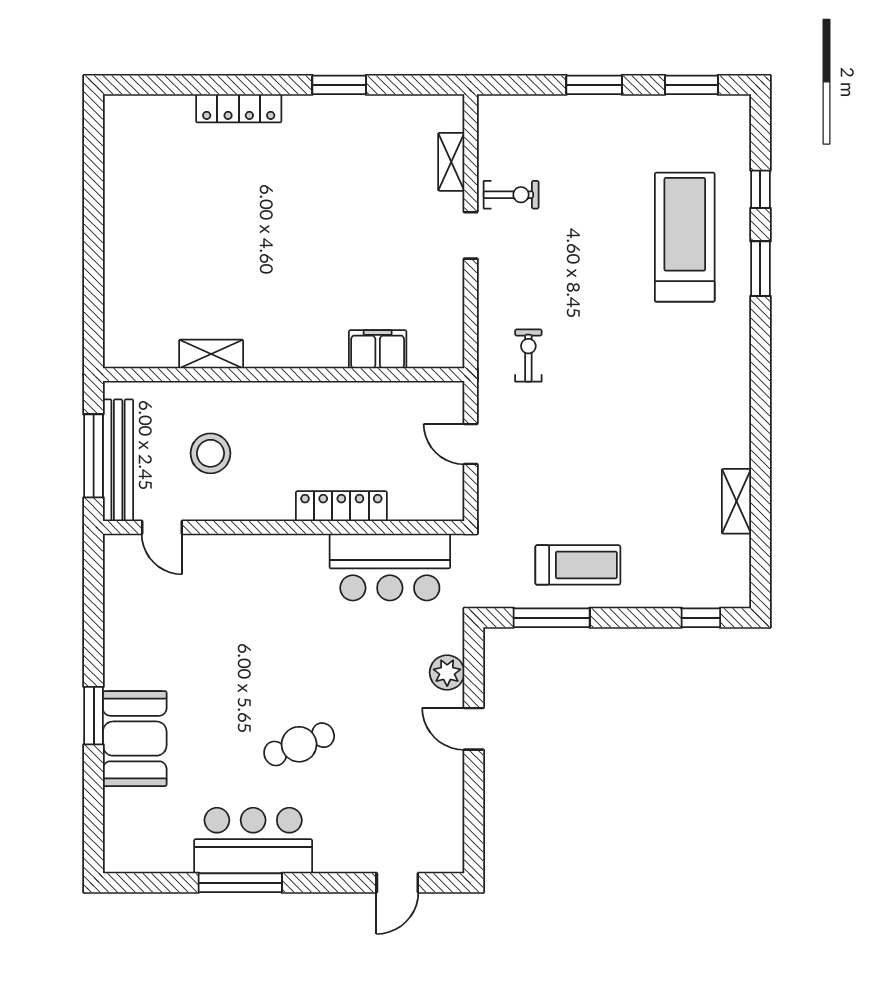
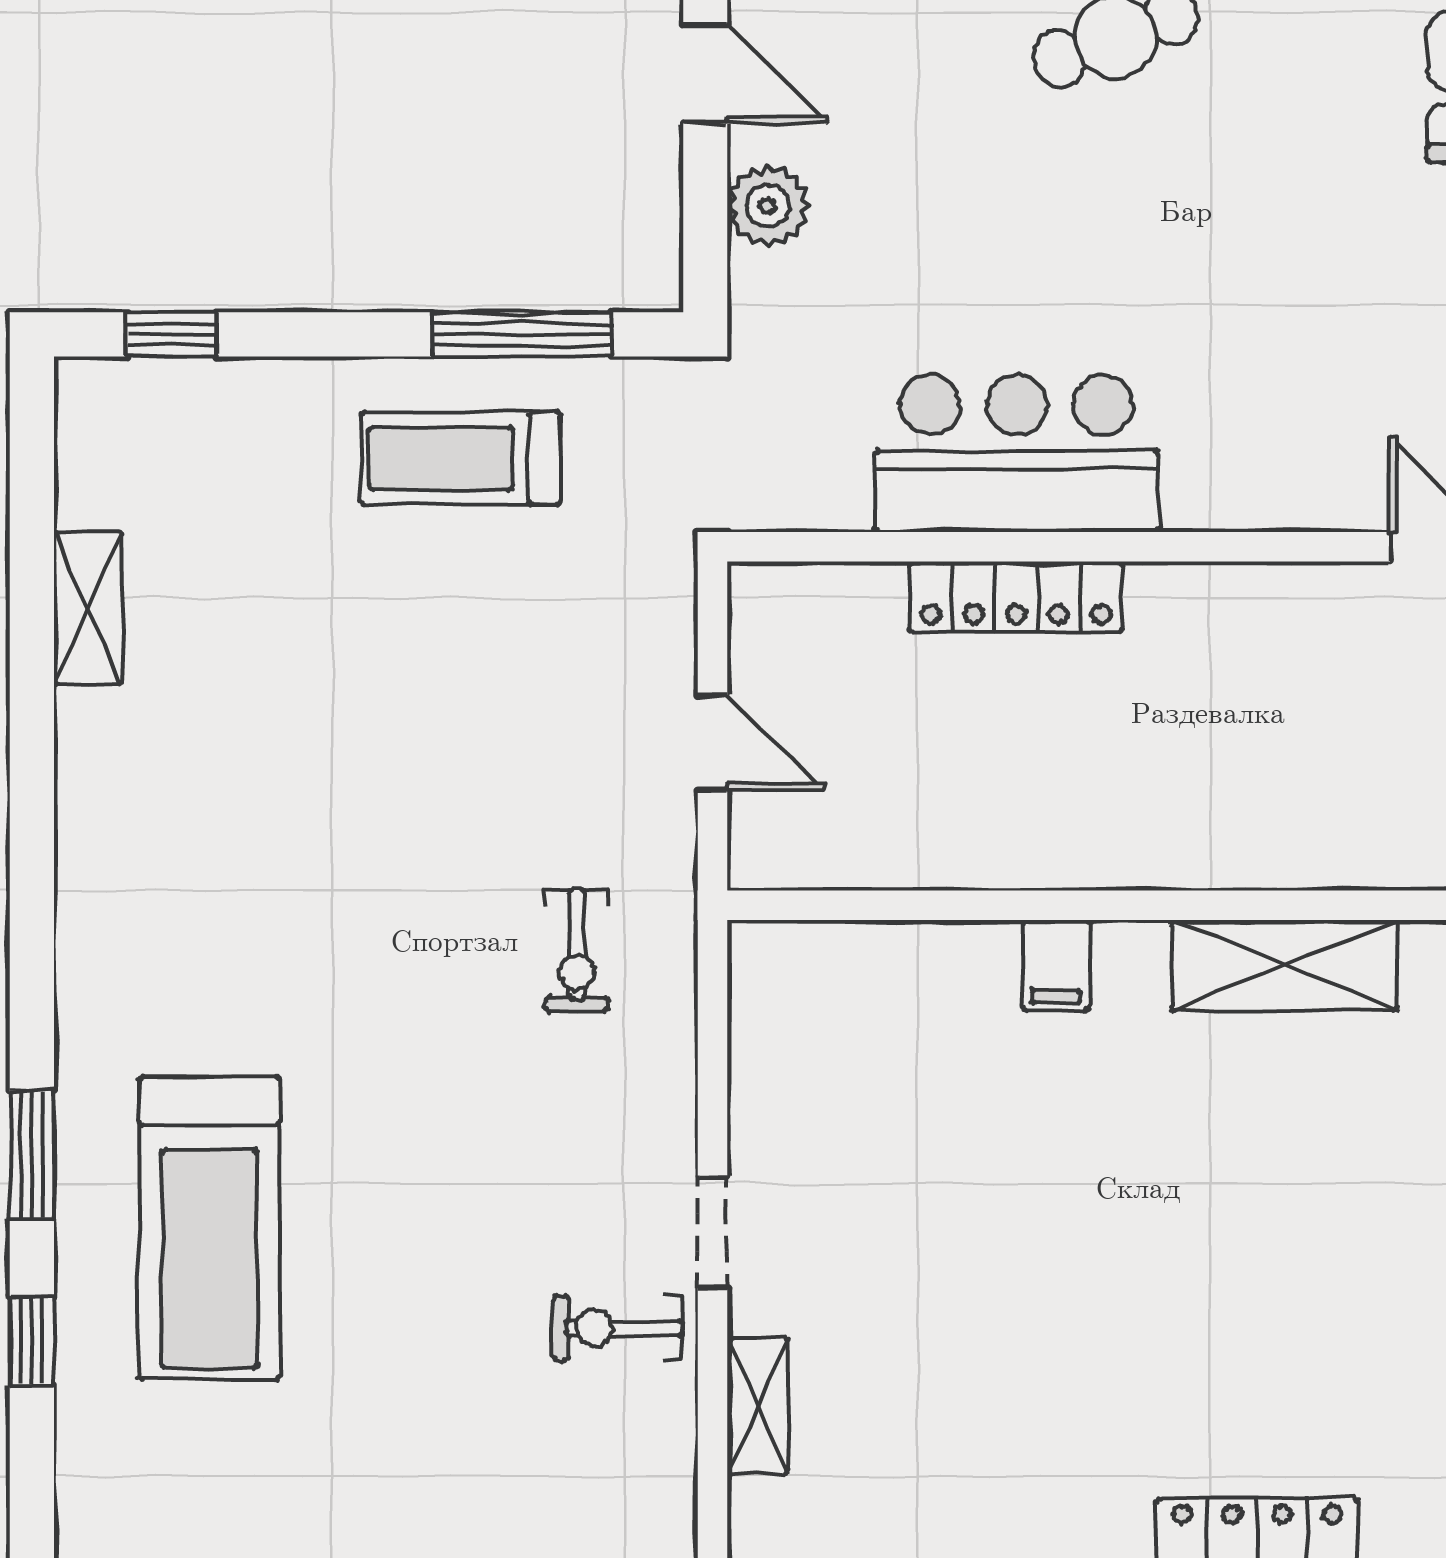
filing cabinet: (378, 349) -> (1056, 965), moved, width x0.50
shelving: (211, 354) -> (1284, 965), width x1.50, depth x1.33
stool: (210, 453) -> (1324, 721), removed
bar counter: (390, 567) -> (1017, 453), moved

